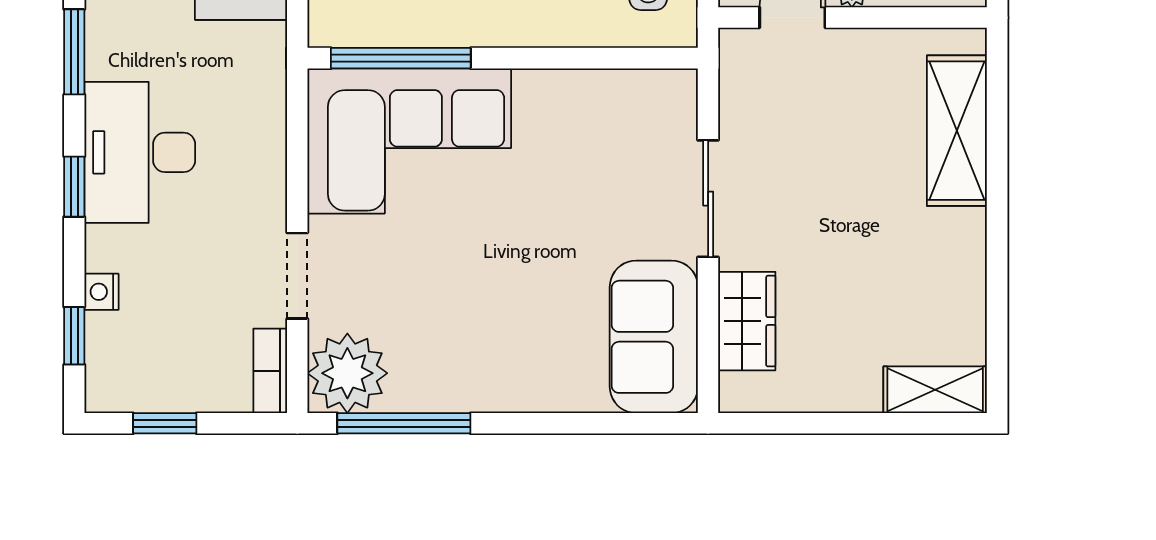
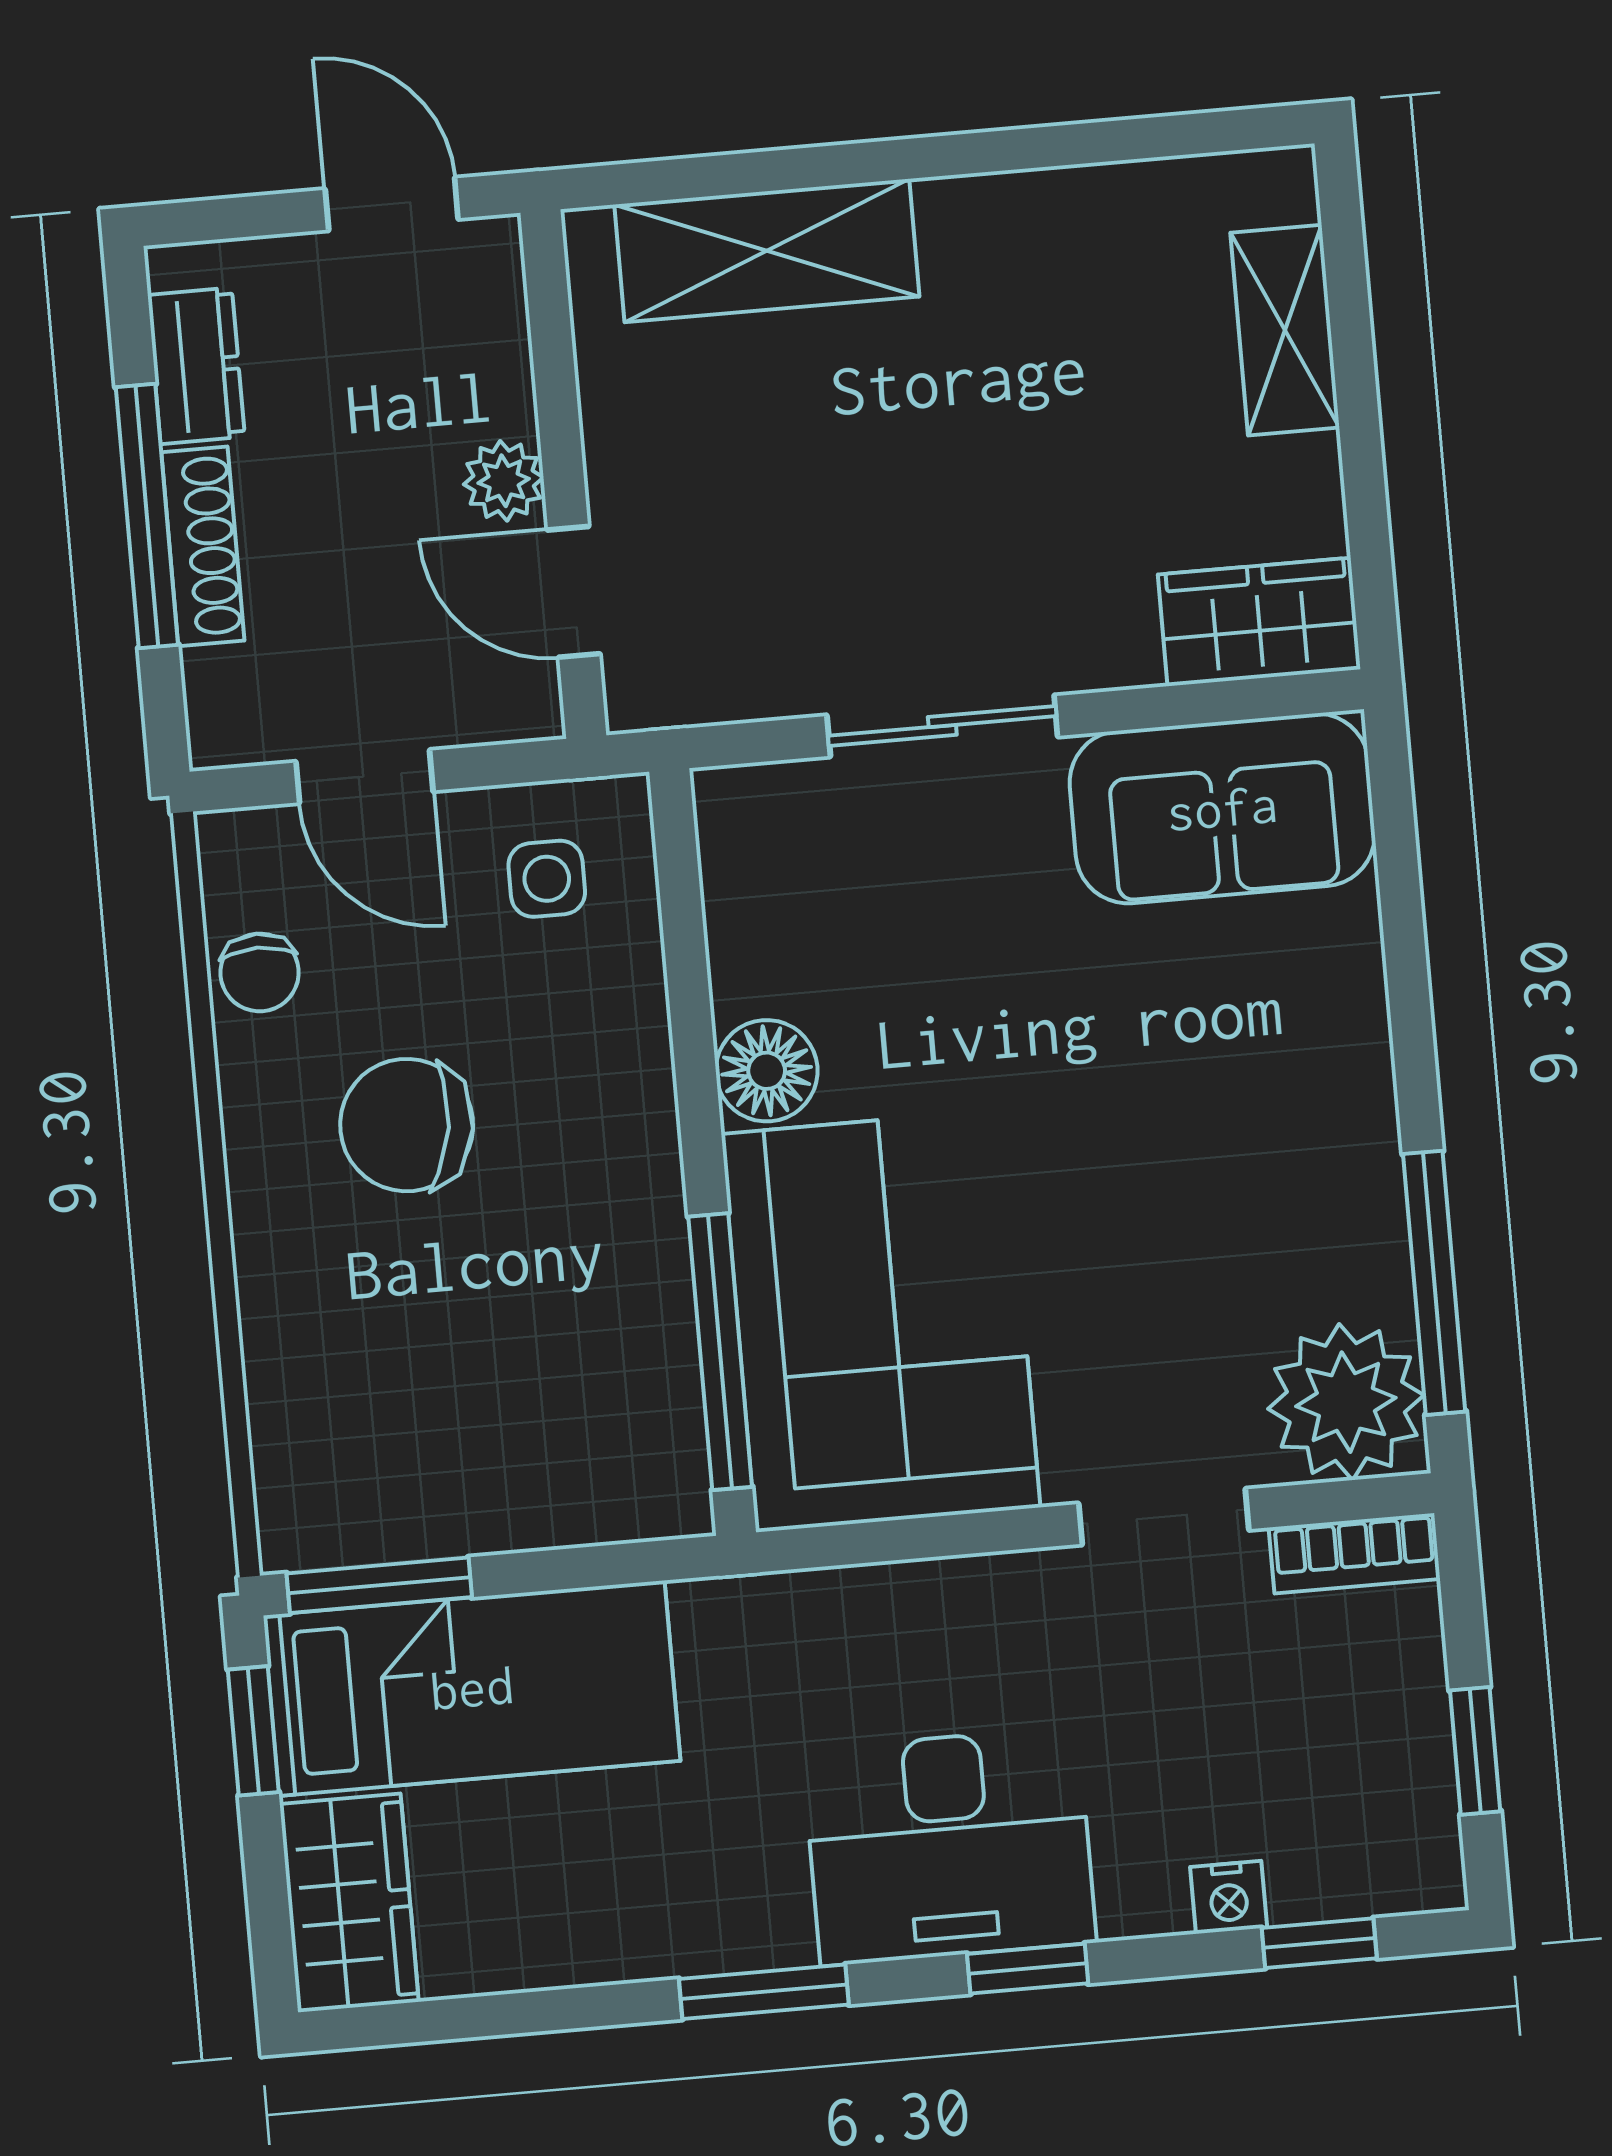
floor lamp: (541, 94) -> (767, 1071), added
wardrobe: (747, 321) -> (1259, 622), moved
shelving: (935, 390) -> (1285, 330), moved

